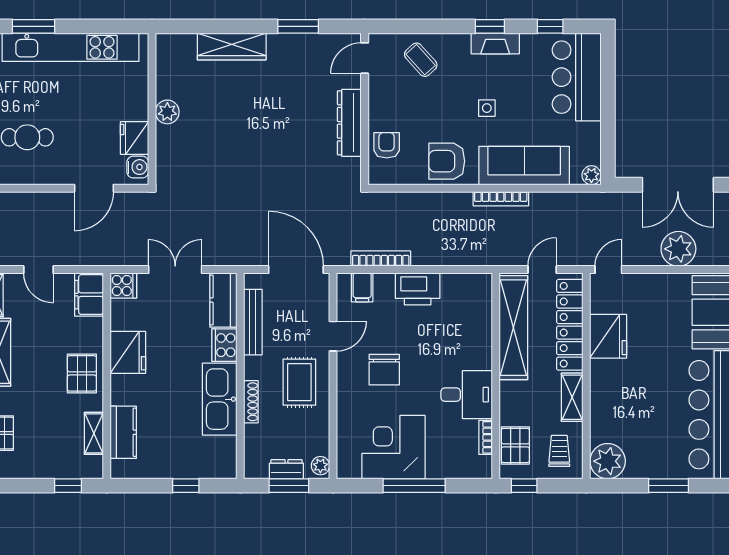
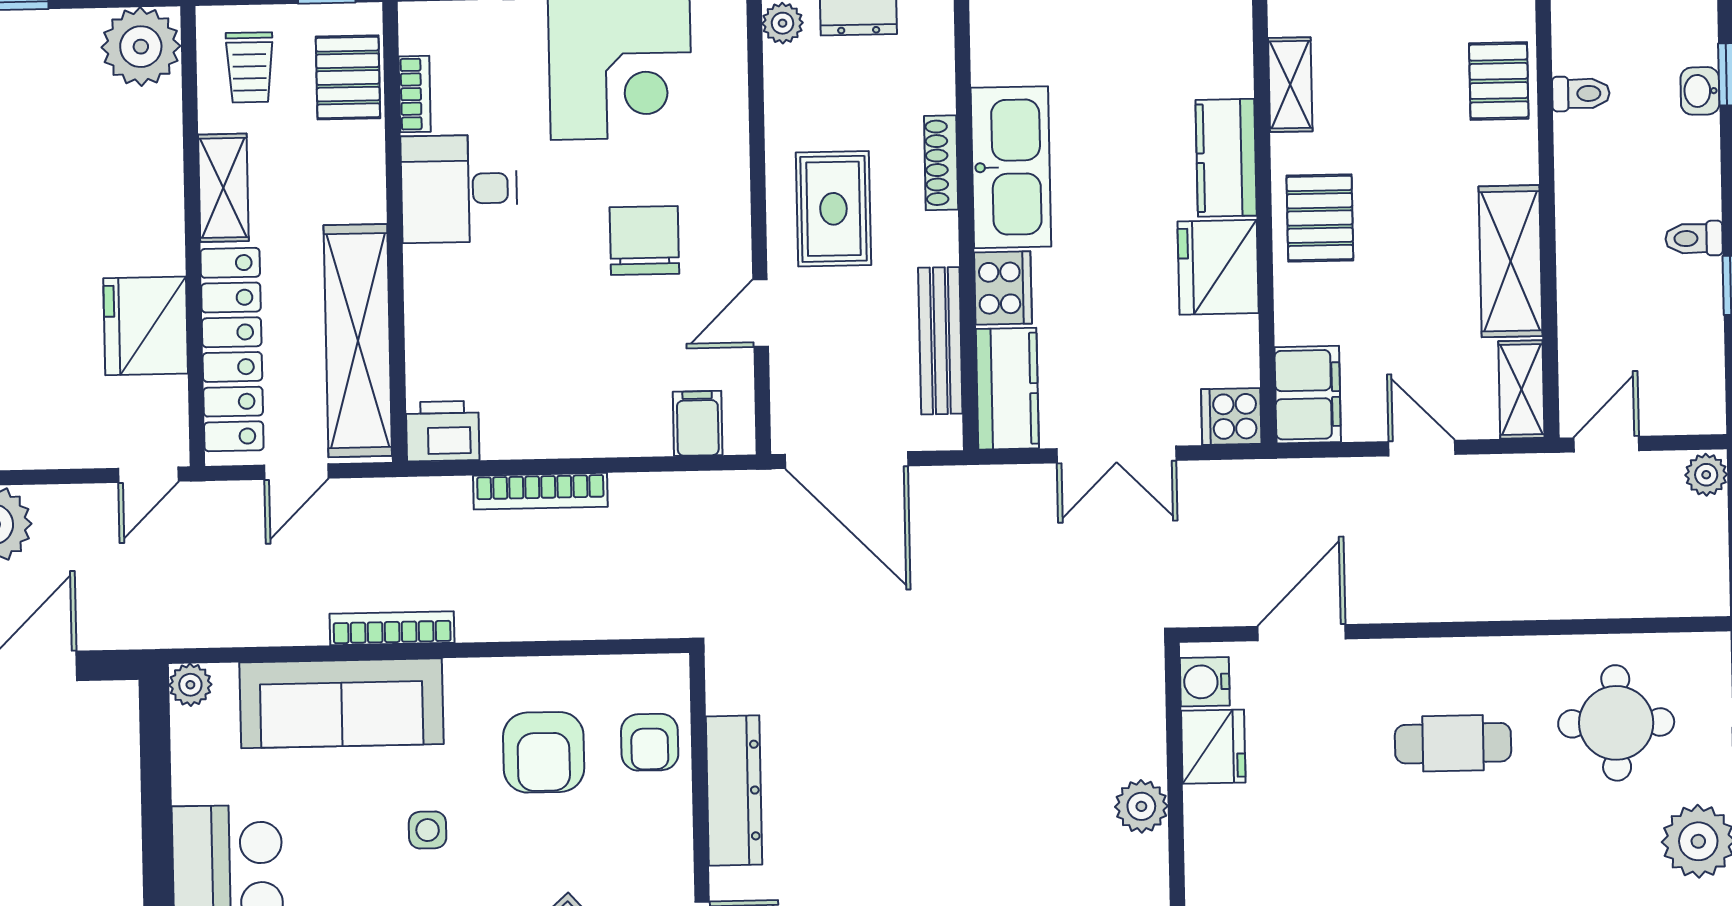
armchair: (447, 161) -> (544, 752), moved, turned 90
bookcase: (381, 259) -> (540, 491), moved
printer: (418, 289) -> (443, 431), moved, width x0.73, depth x0.84
kitchen counter: (123, 432) -> (1226, 158), moved

